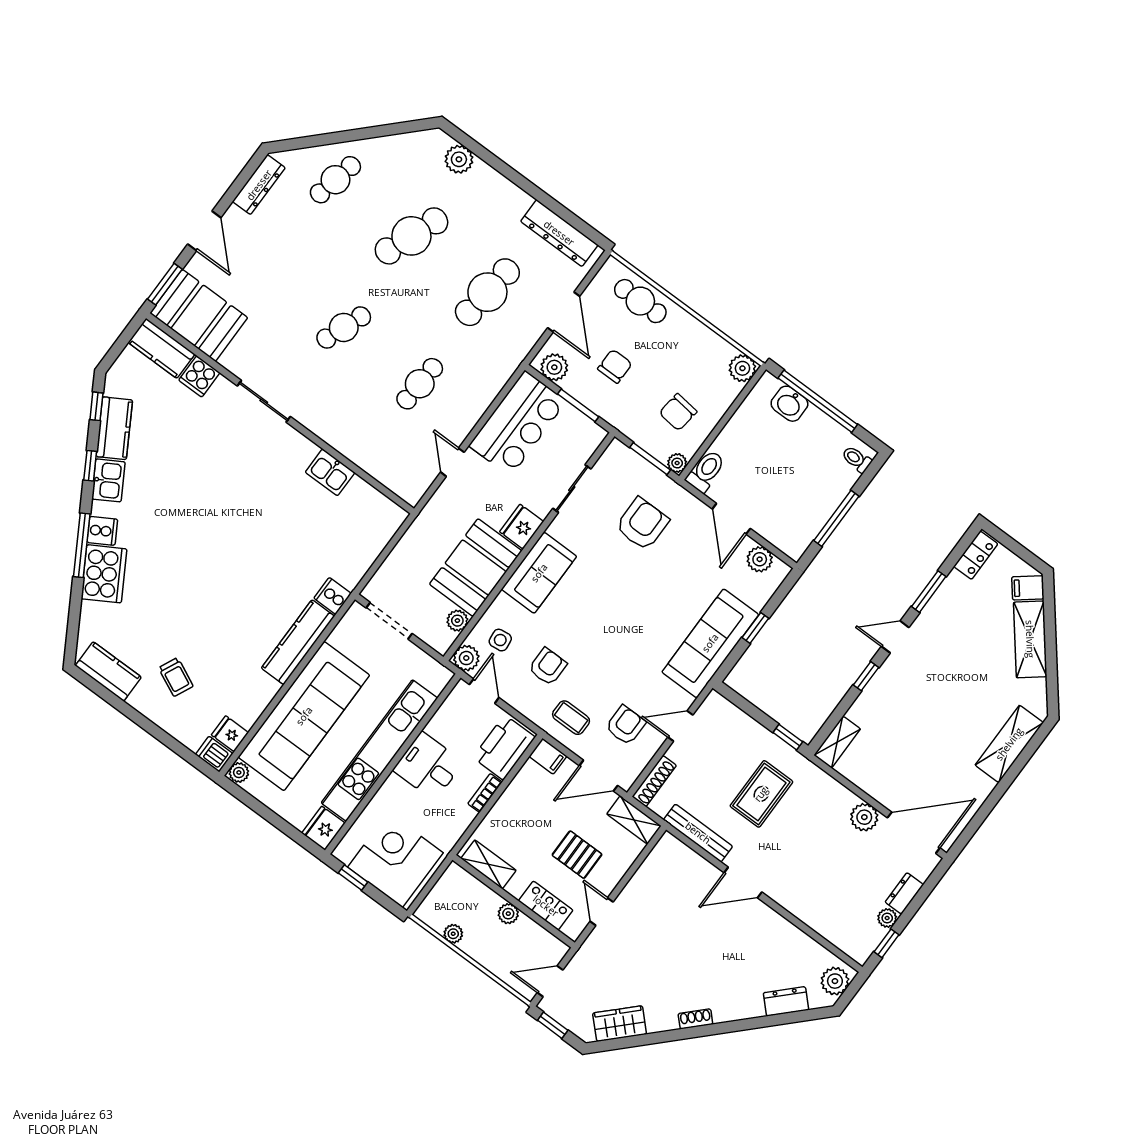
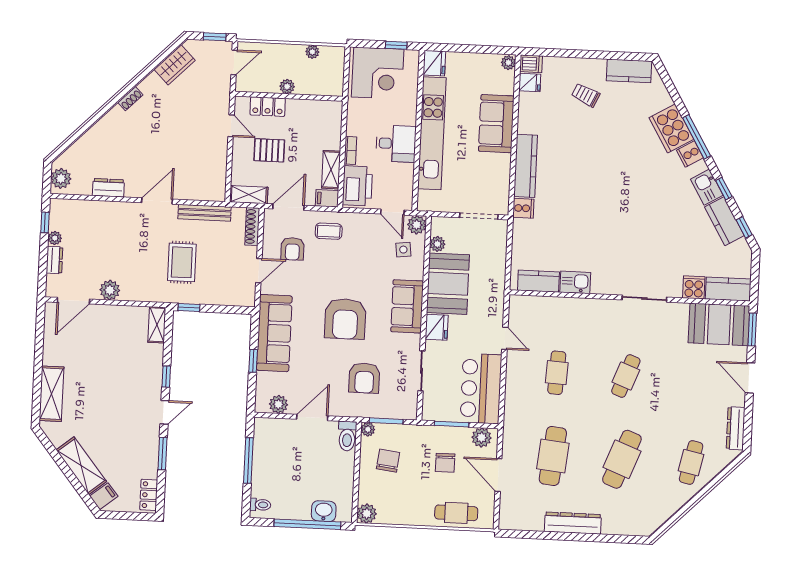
plant: (459, 159) -> (624, 525), removed
dresser: (559, 233) -> (573, 523), moved
kitchen counter: (371, 502) -> (538, 281), added
door: (731, 519) -> (312, 417), hinge flipped
armchair: (548, 667) -> (345, 319), moved, width x1.88, depth x1.88
sofa: (304, 716) -> (496, 124), width x0.54, depth x0.79
door: (914, 833) -> (73, 301), width x0.73
shelving: (488, 864) -> (331, 170), moved, turned 90
dresser: (786, 1001) -> (108, 188), moved, turned -135

